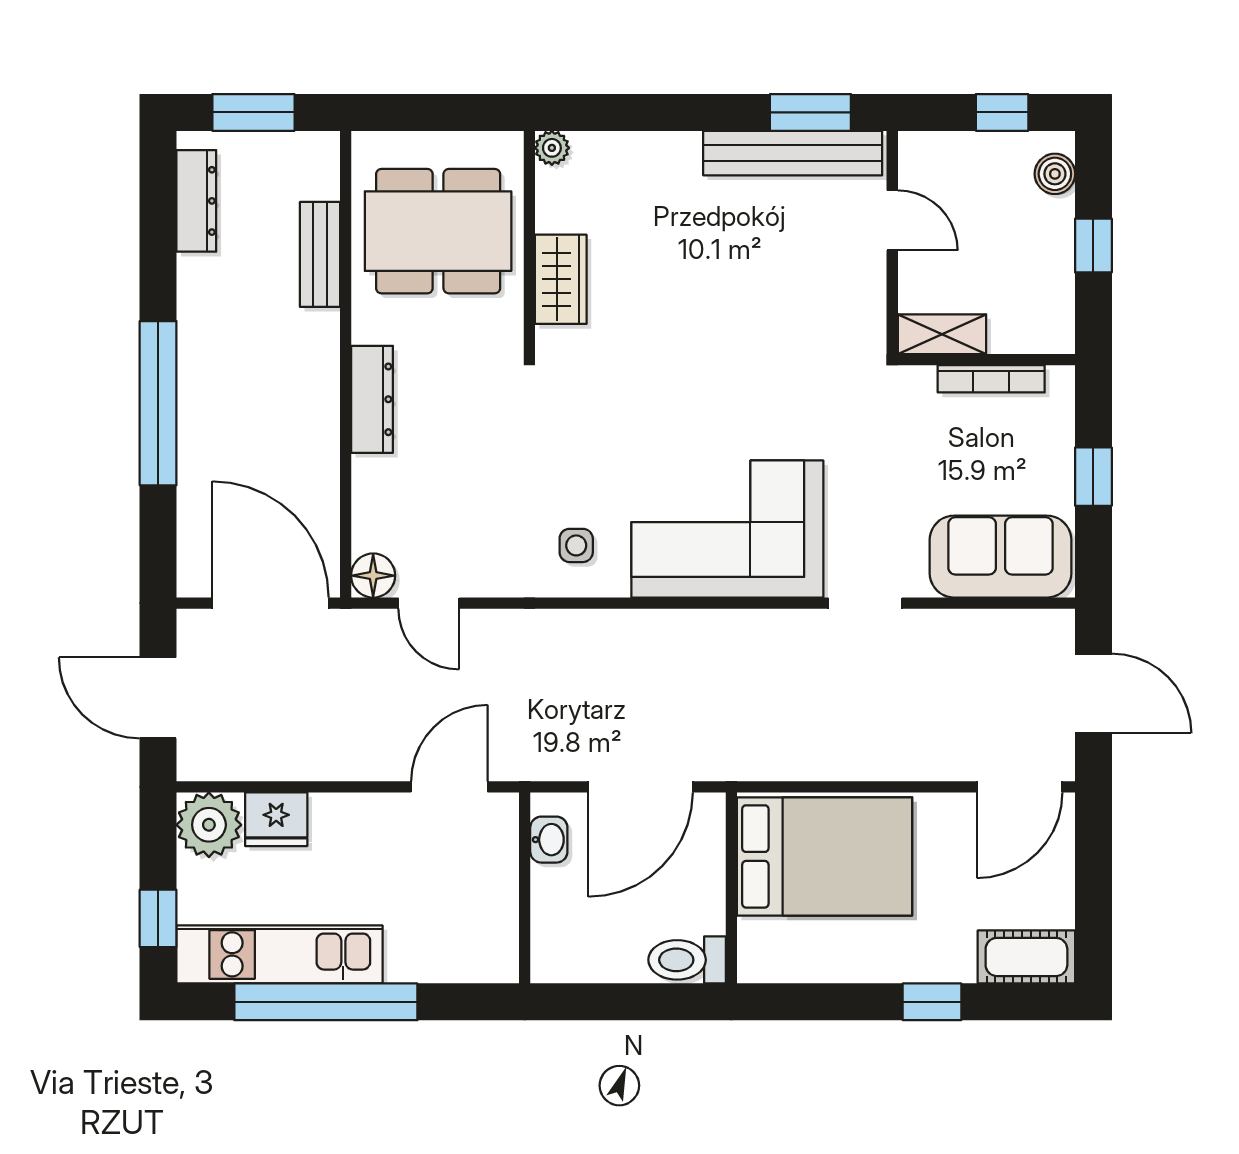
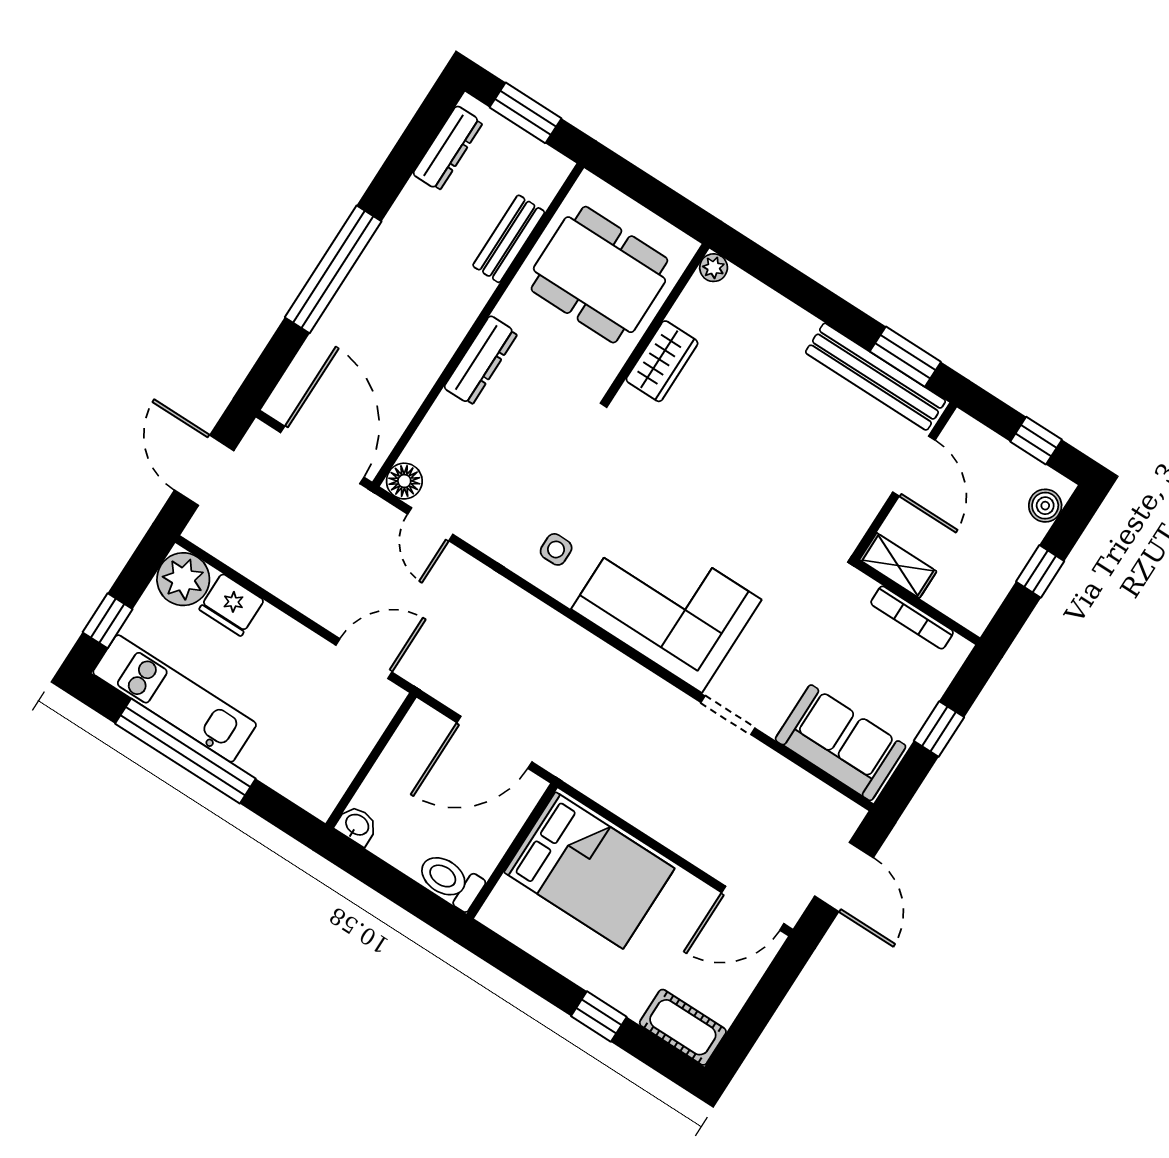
door: (892, 220) -> (914, 466), width x1.38
washbasin: (549, 840) -> (357, 825), moved, turned -90

